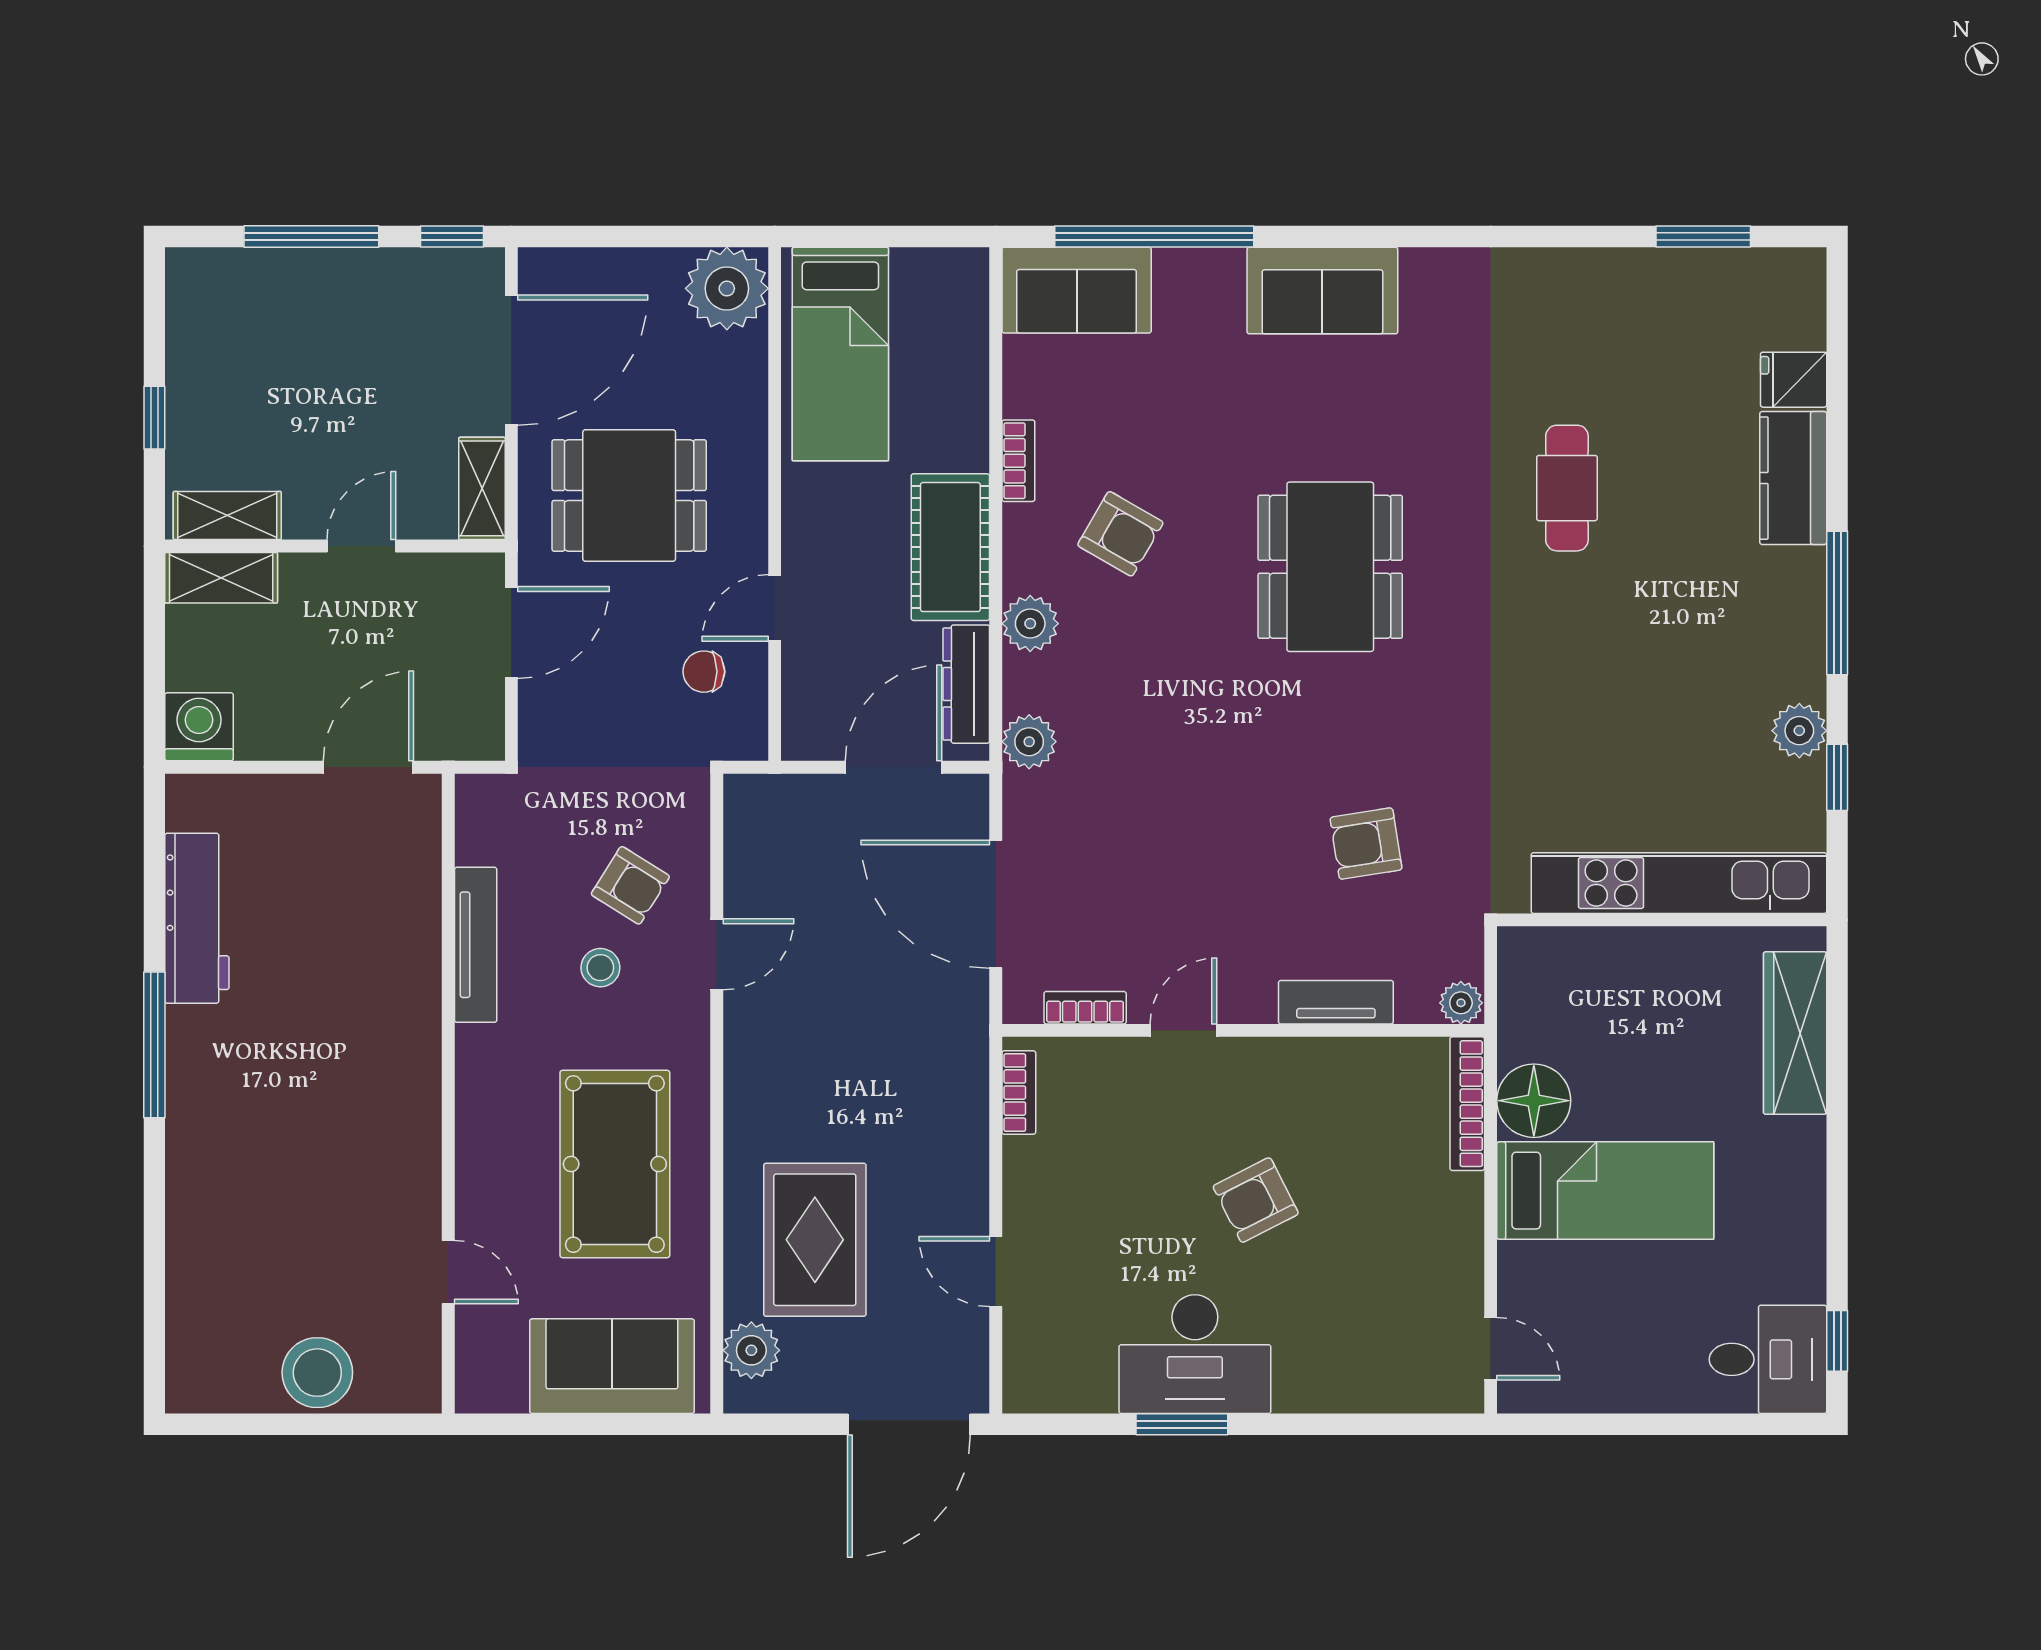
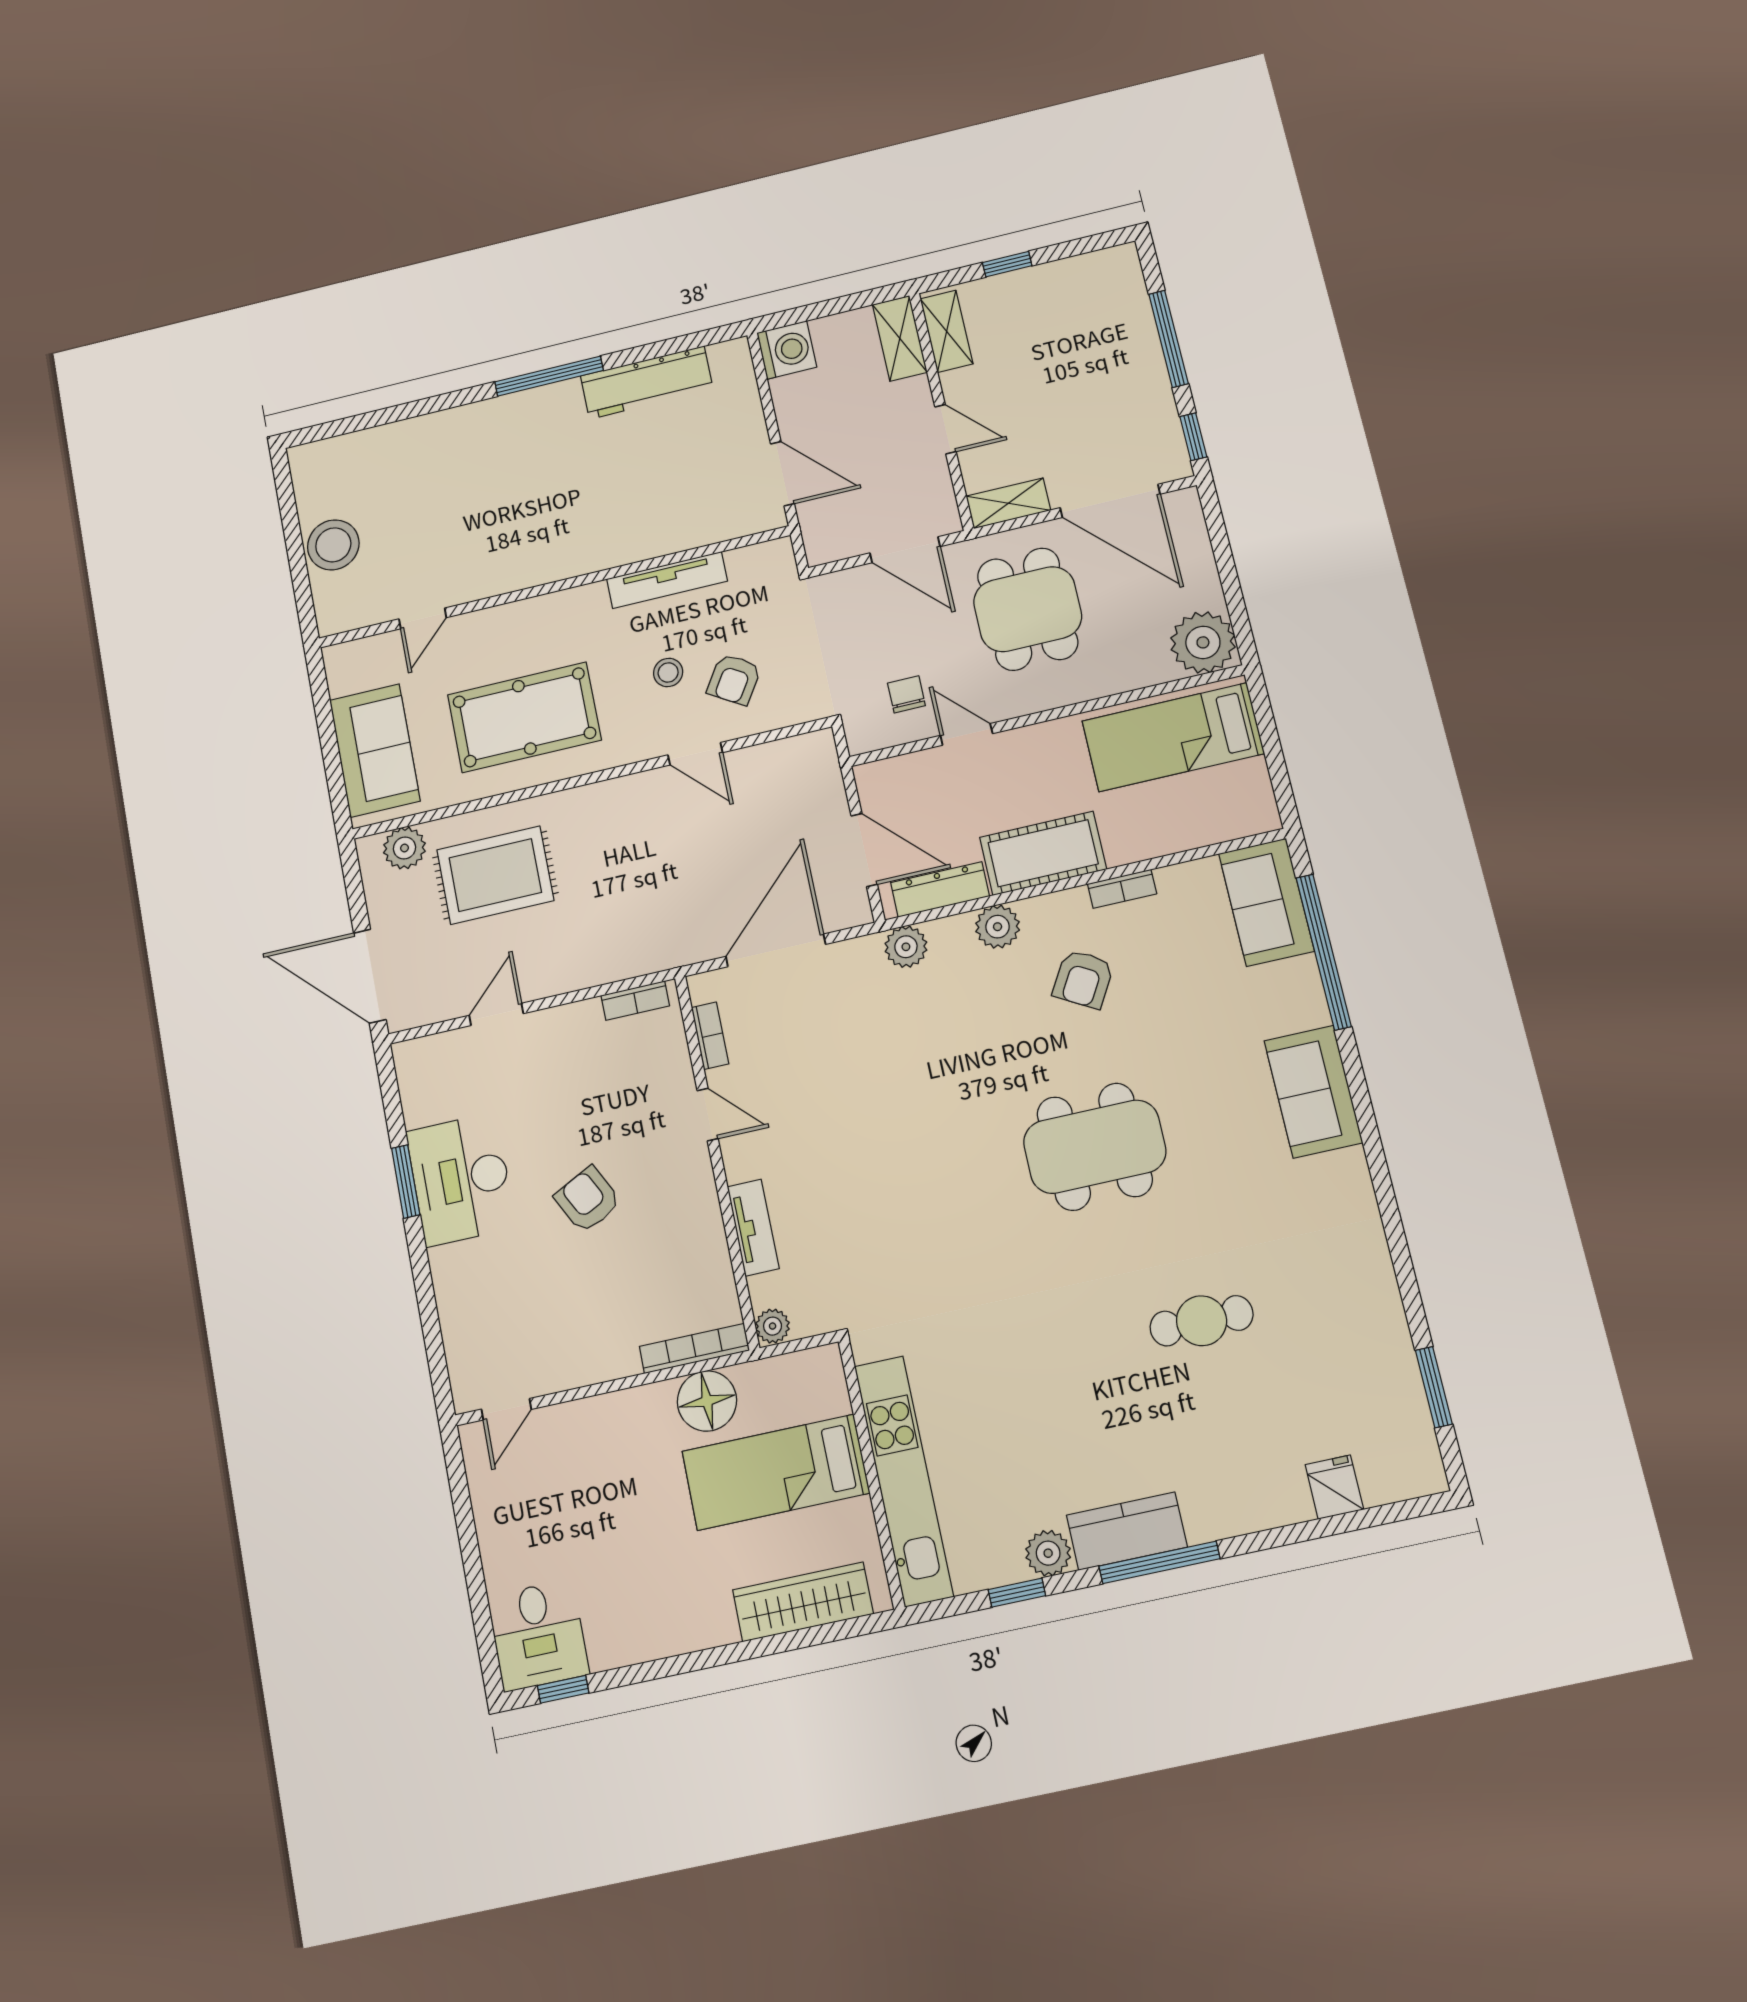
kitchen counter: (1793, 478) -> (1127, 1531), moved
armchair: (1366, 844) -> (882, 1223), removed
bed: (1605, 1191) -> (776, 1472), moved, turned 90

